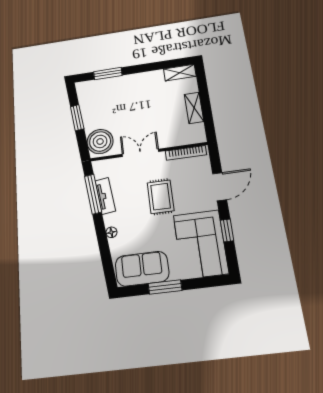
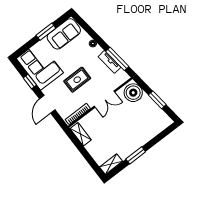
window: (108, 74) -> (136, 155), moved
shelving: (194, 108) -> (81, 134), moved
rug: (161, 197) -> (77, 80), turned 90

